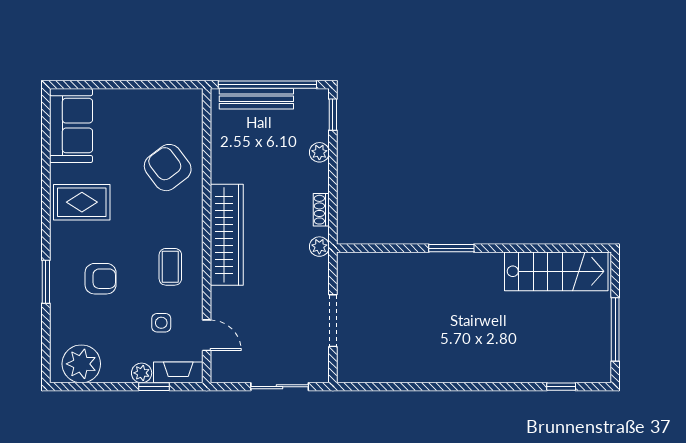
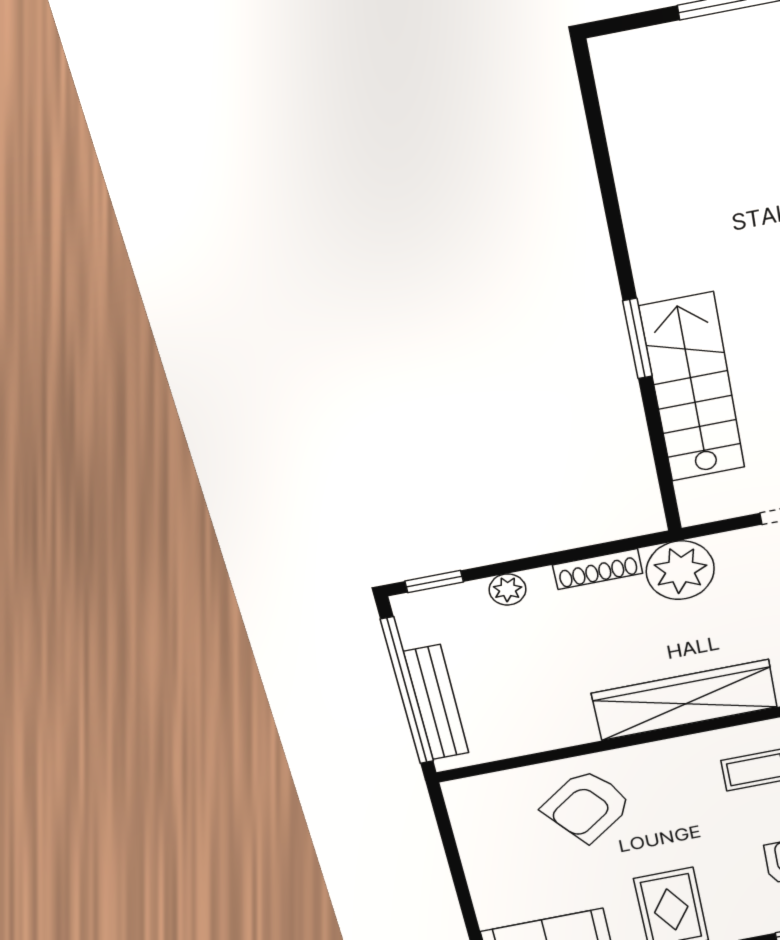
shoe rack: (321, 210) -> (598, 569), width x1.43
plant: (319, 247) -> (680, 570), width x1.88, depth x1.88
stairs: (556, 271) -> (692, 388), moved

